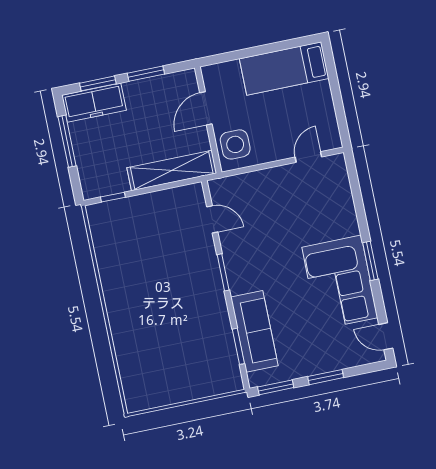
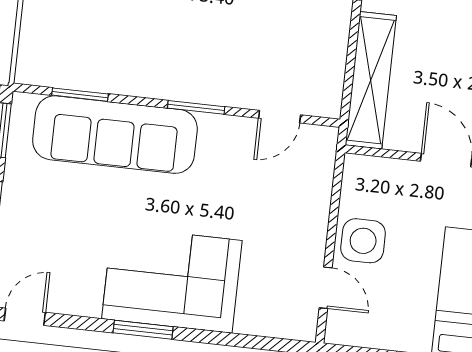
side table: (235, 144) -> (363, 241), moved
corner sofa: (340, 282) -> (172, 280), moved
sofa: (254, 331) -> (115, 135), width x1.36, depth x1.27

